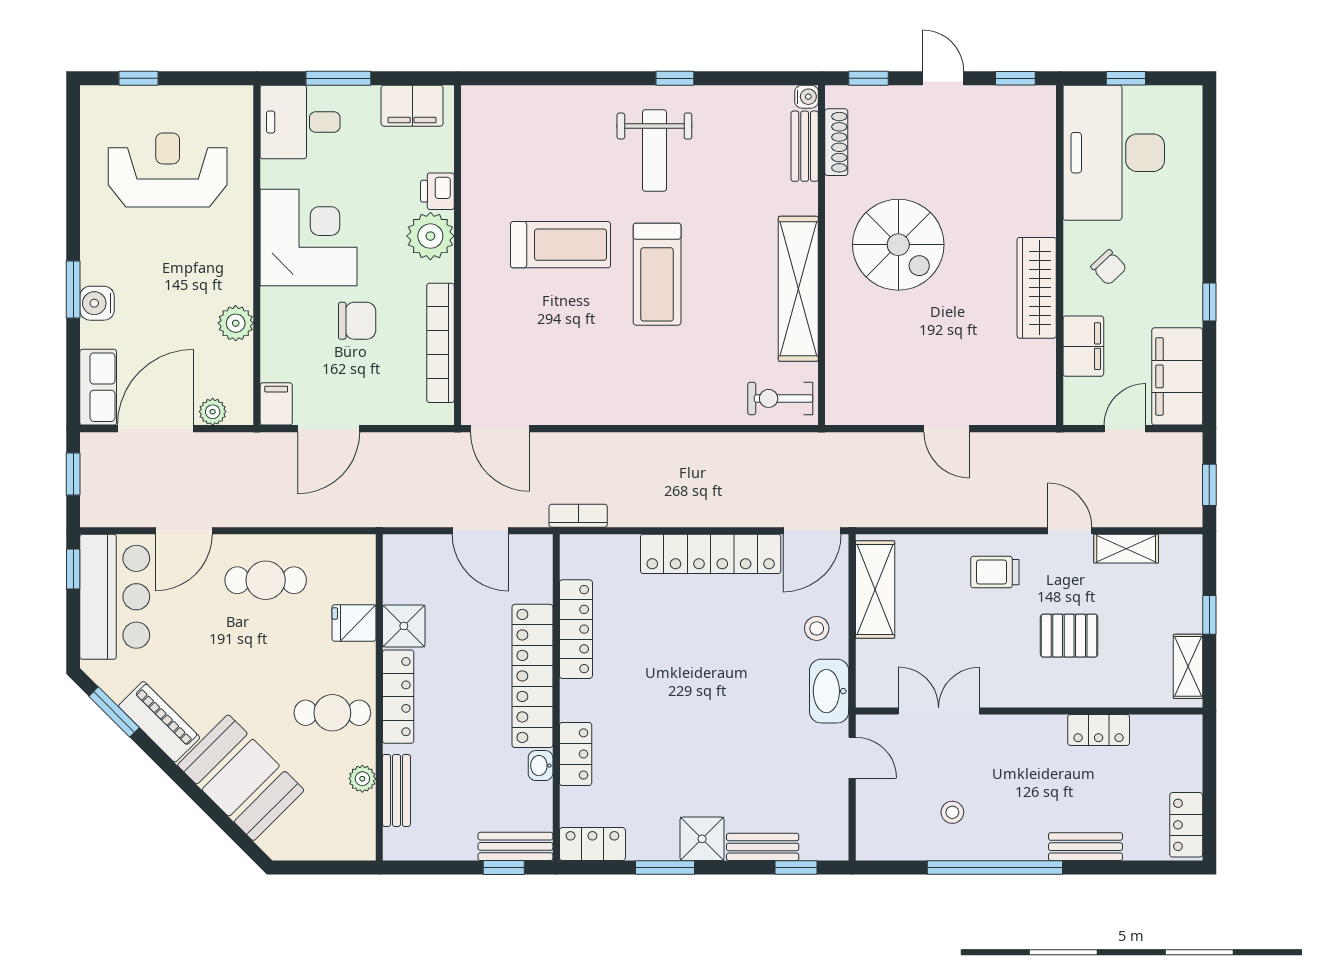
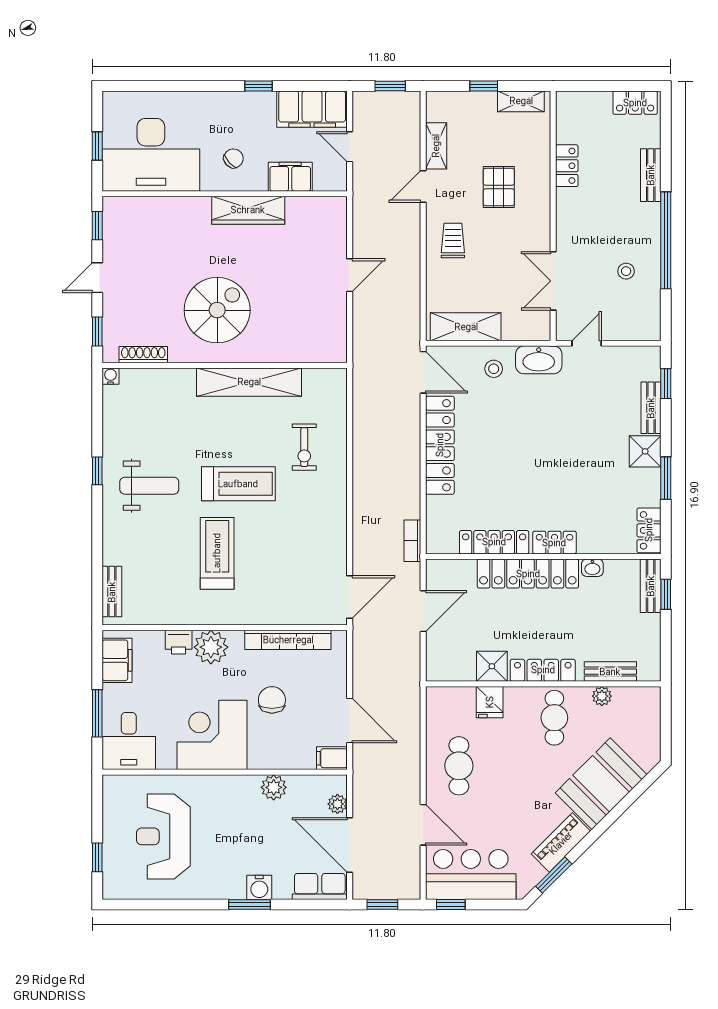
bench: (805, 146) -> (112, 592), moved, turned 90
exercise bike: (780, 398) -> (304, 447), moved
trolley: (995, 572) -> (453, 240), turned 180
locker: (576, 754) -> (554, 543), moved

